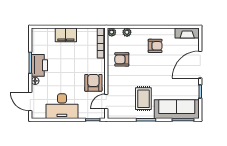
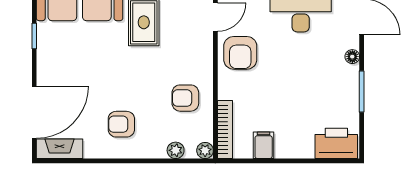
filing cabinet: (66, 35) -> (264, 145), moved, width x0.50
armchair: (122, 59) -> (185, 98), turned 180
printer: (39, 65) -> (336, 143), moved, turned 90
door: (200, 65) -> (34, 112), moved

